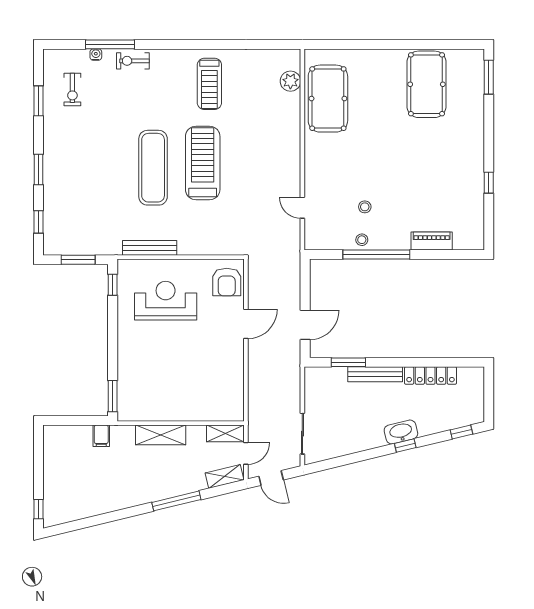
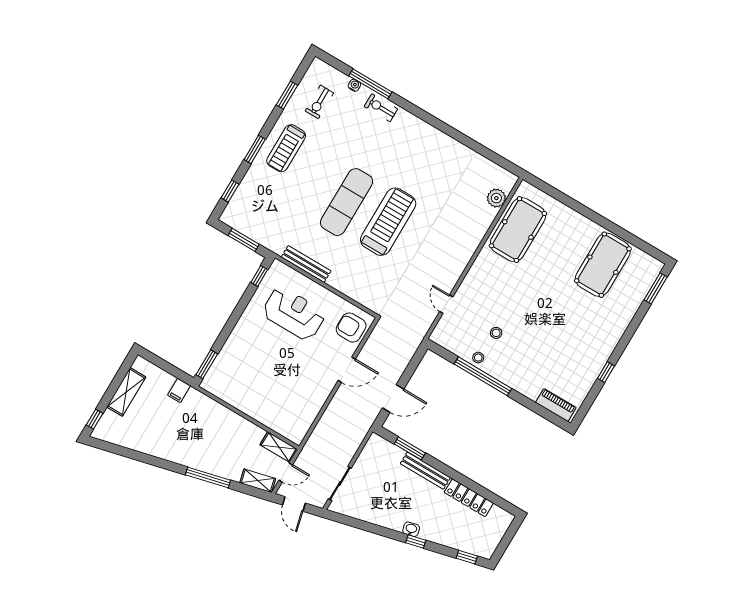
treadmill: (209, 84) -> (286, 148), moved
piano: (432, 241) -> (556, 405), moved
armchair: (227, 282) -> (351, 328), turned 90
washbasin: (401, 432) -> (411, 529), width x0.52, depth x0.69
shelving: (161, 435) -> (126, 392), moved, turned 90

